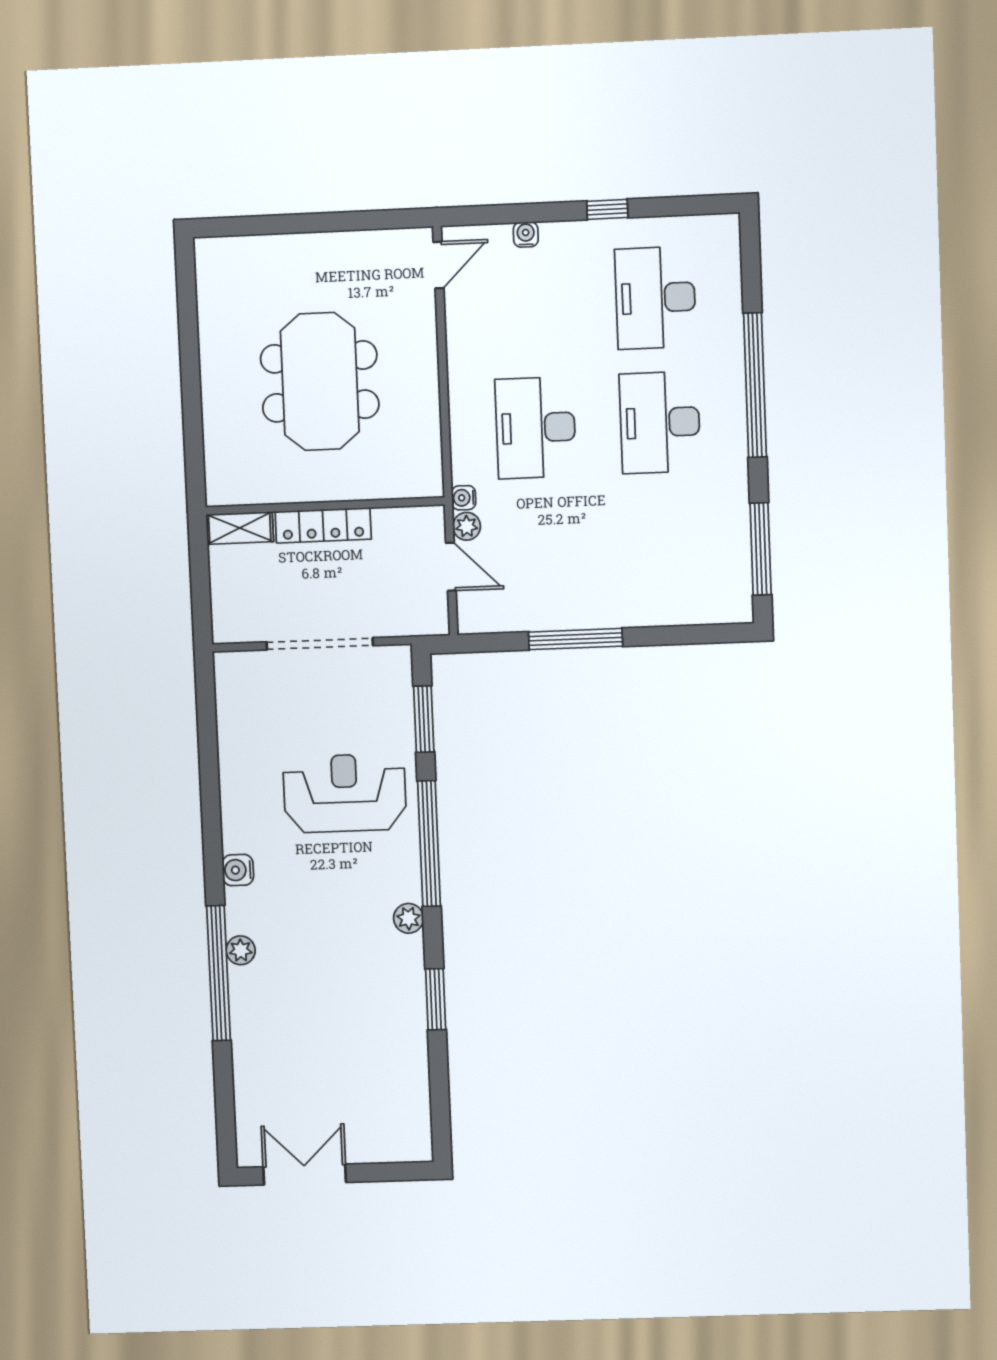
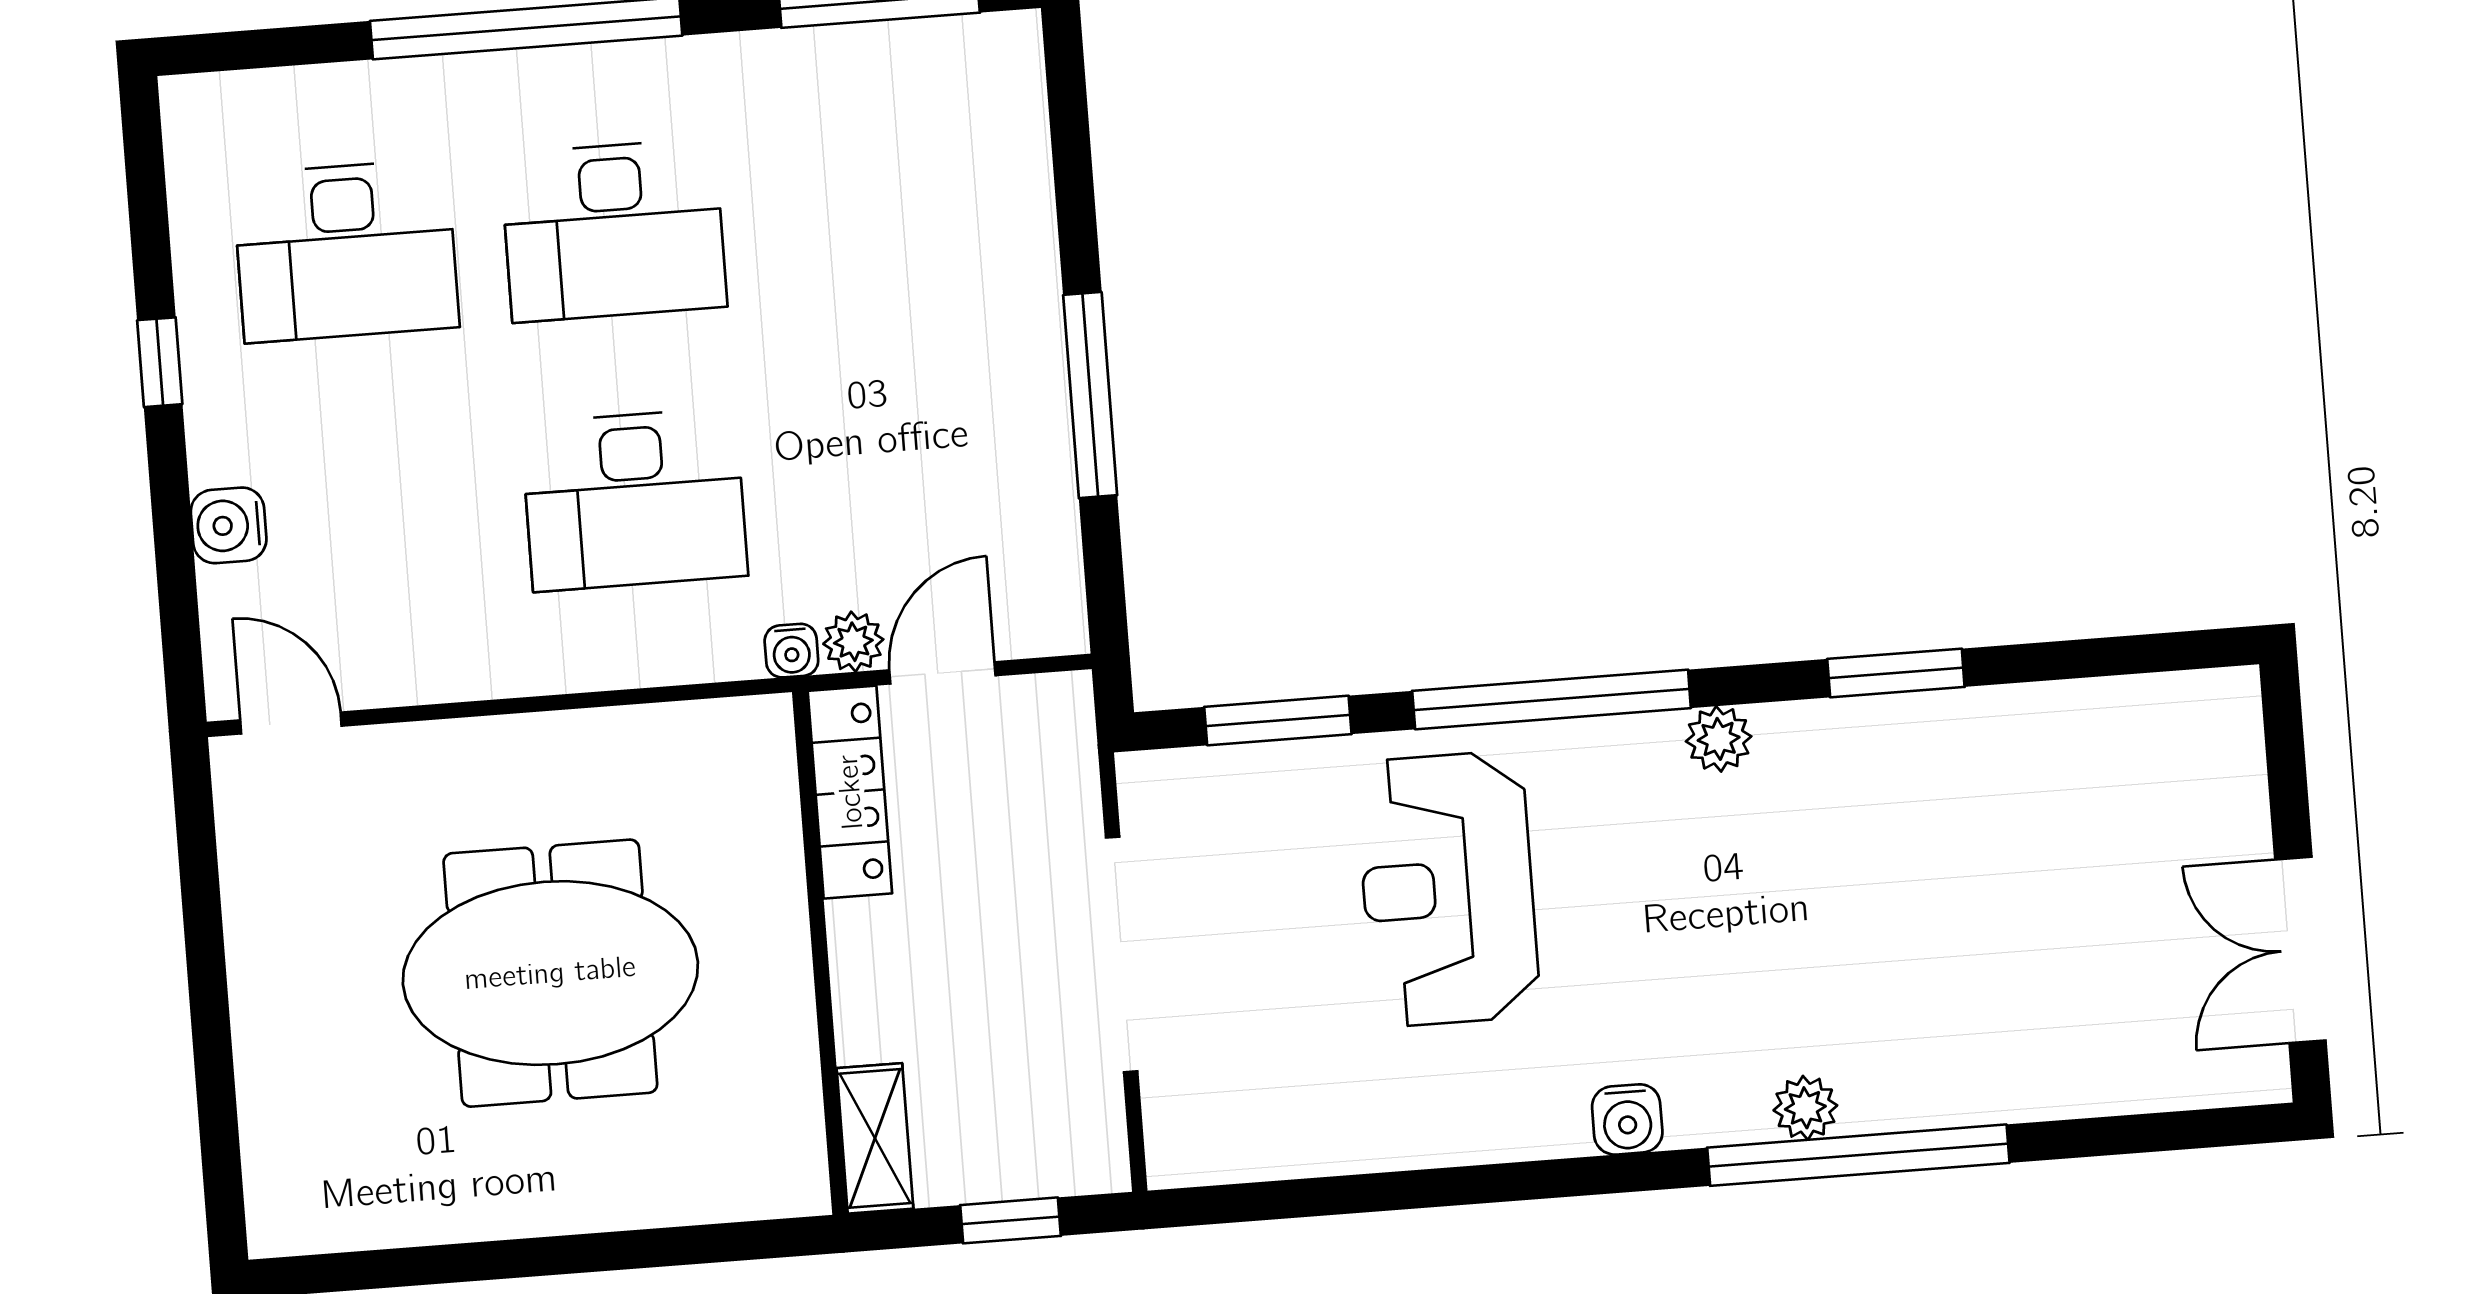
water cooler: (526, 235) -> (229, 525), width x1.38, depth x1.38
locker: (323, 525) -> (850, 792), moved
window: (201, 589) -> (1010, 1220), added

